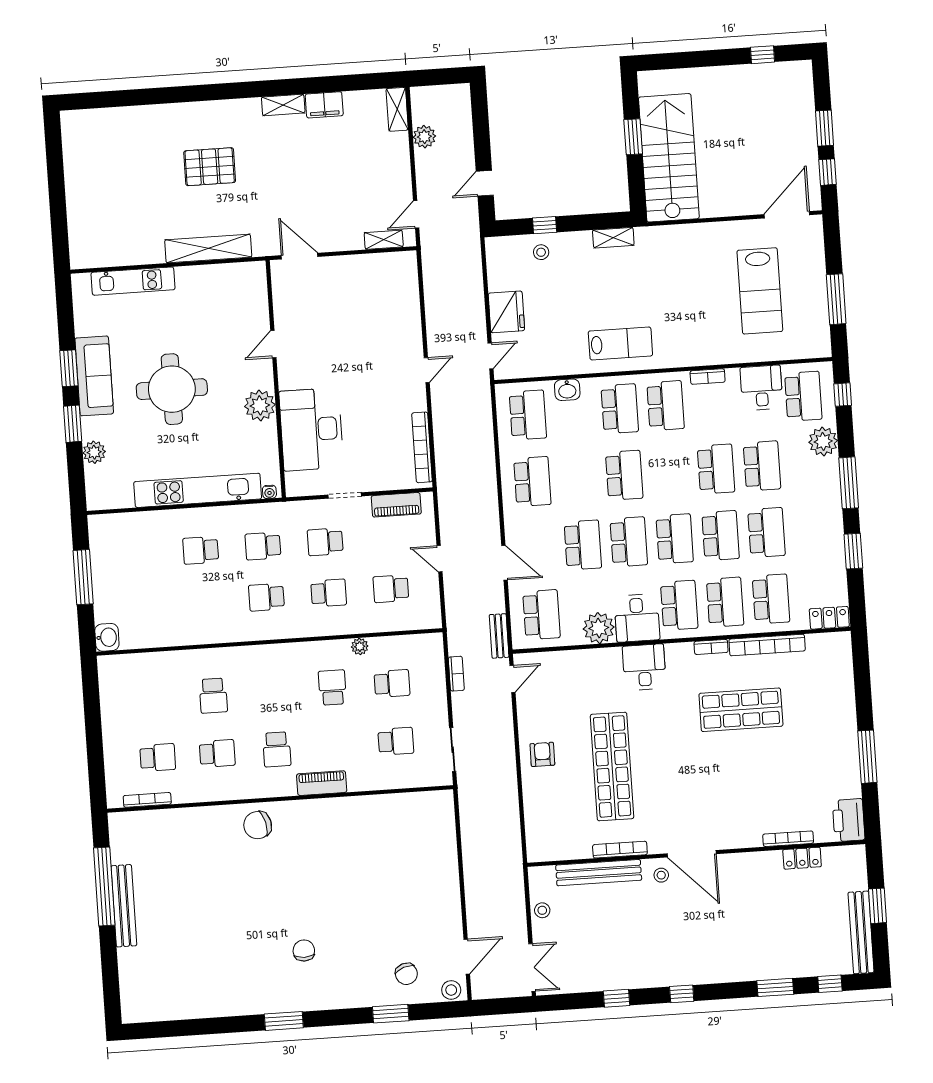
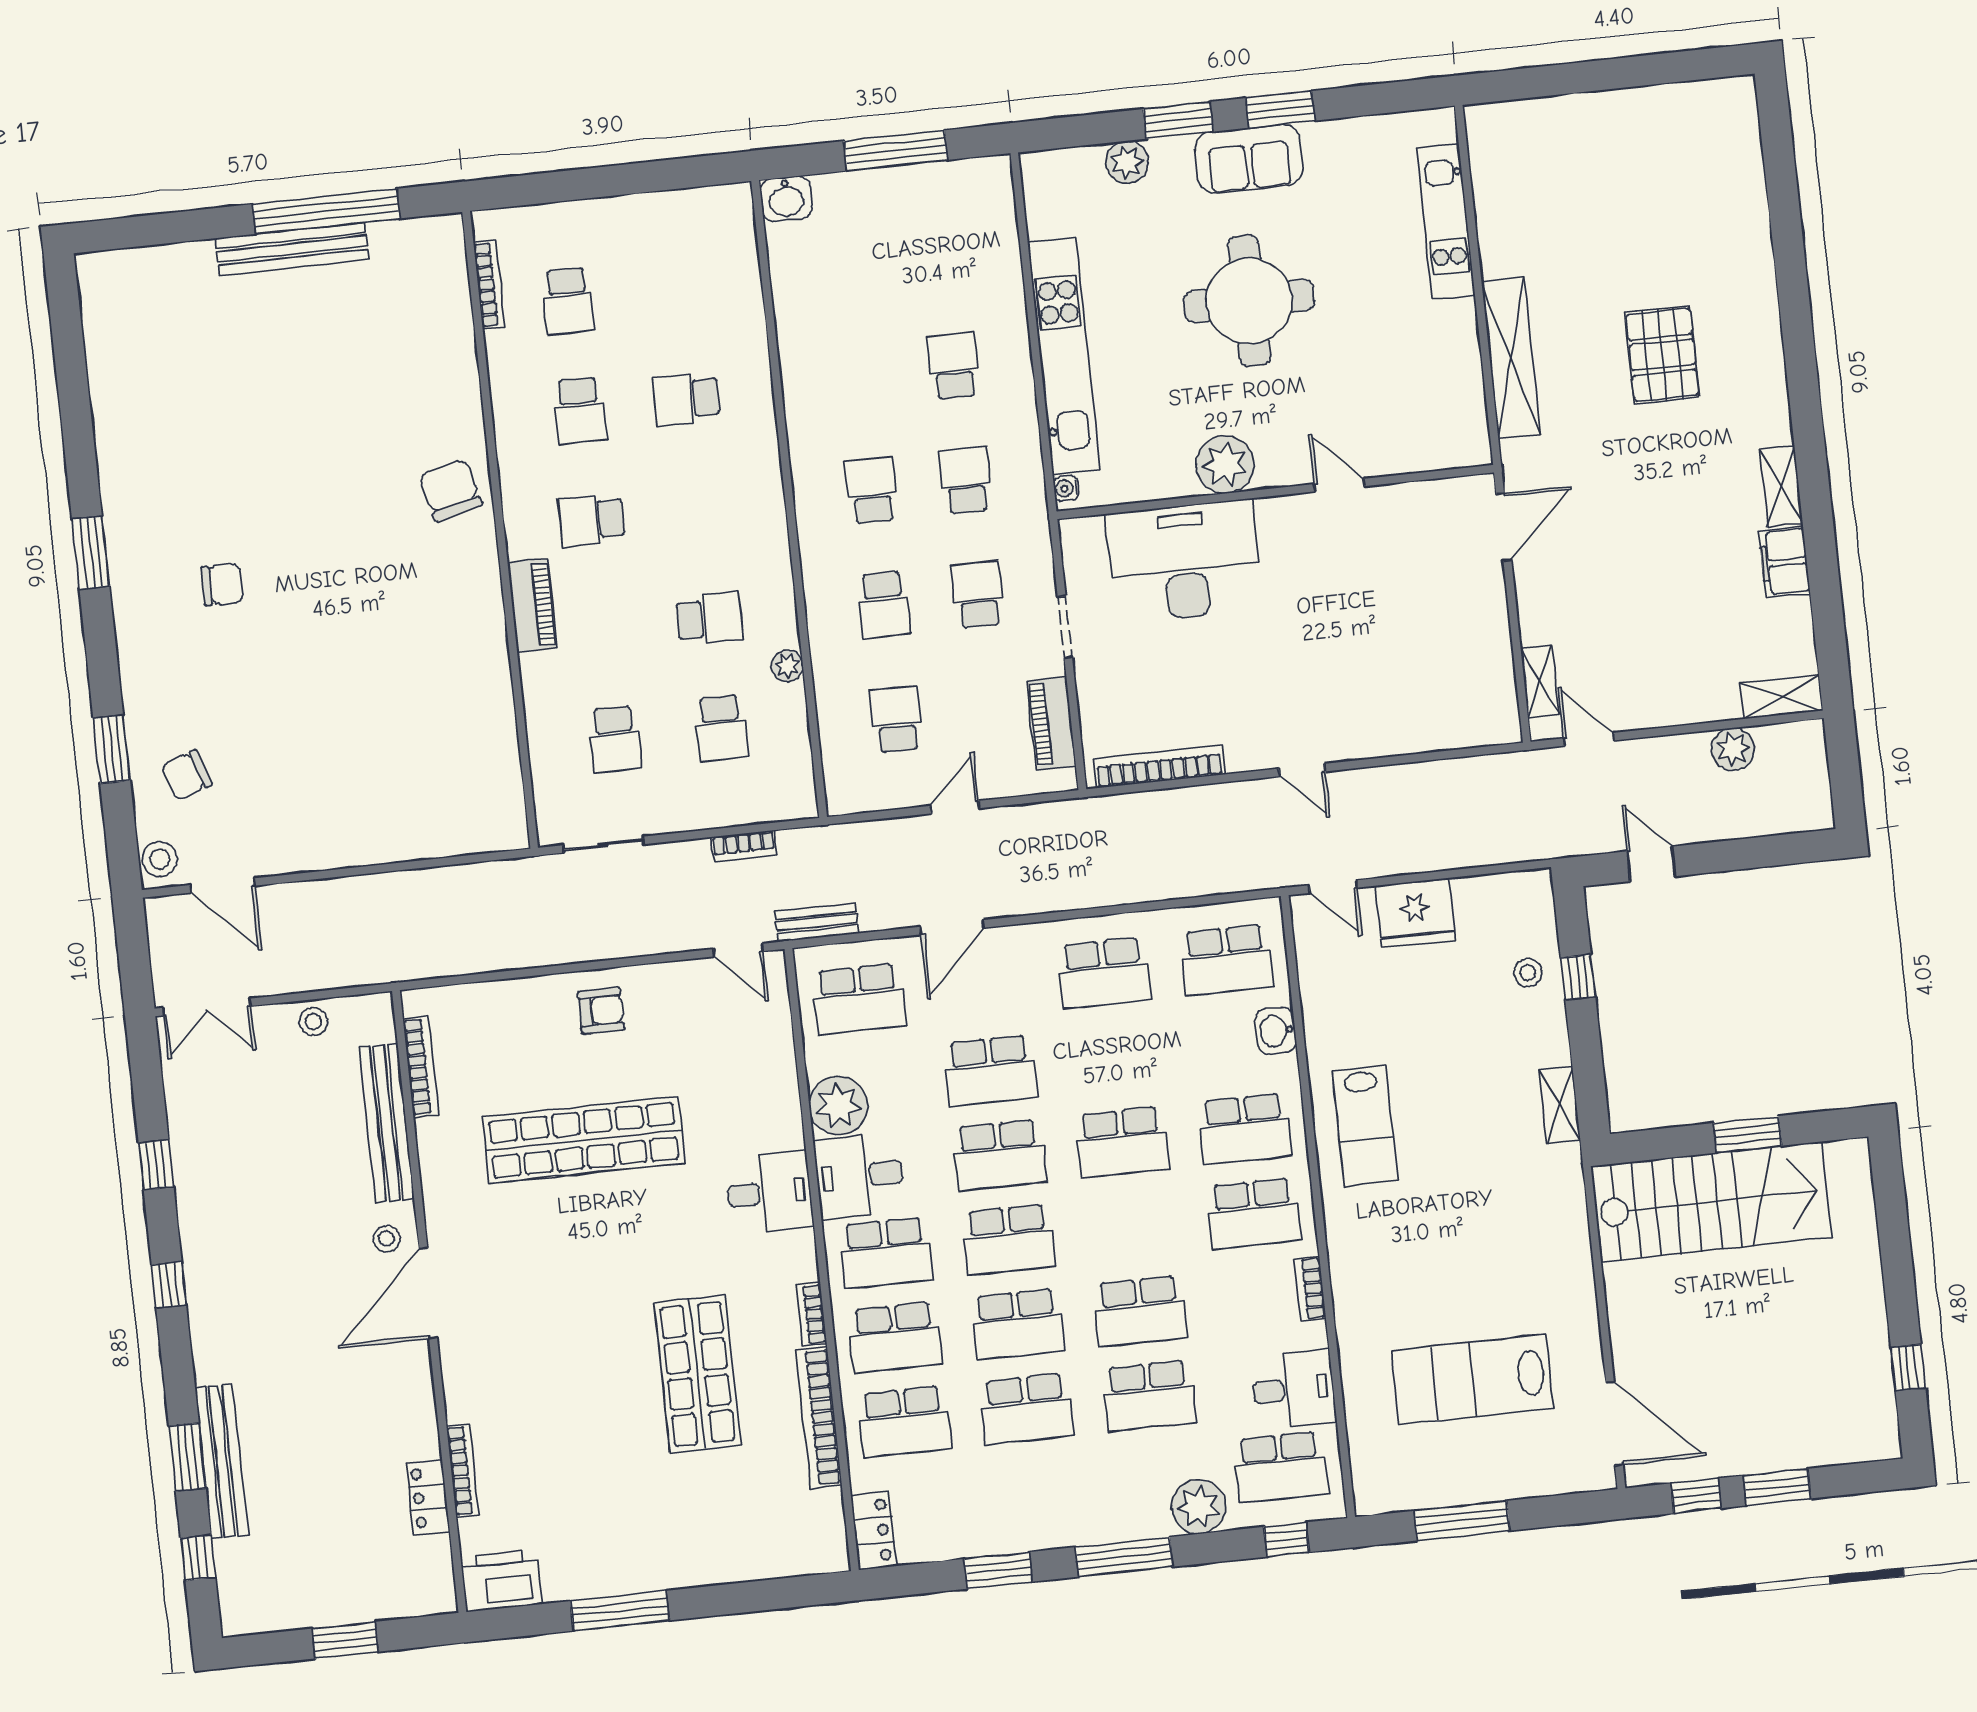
sofa: (94, 376) -> (1249, 159), width x0.73
bookcase: (620, 850) -> (421, 1067), moved
bench: (861, 932) -> (222, 1461), moved, turned 90

